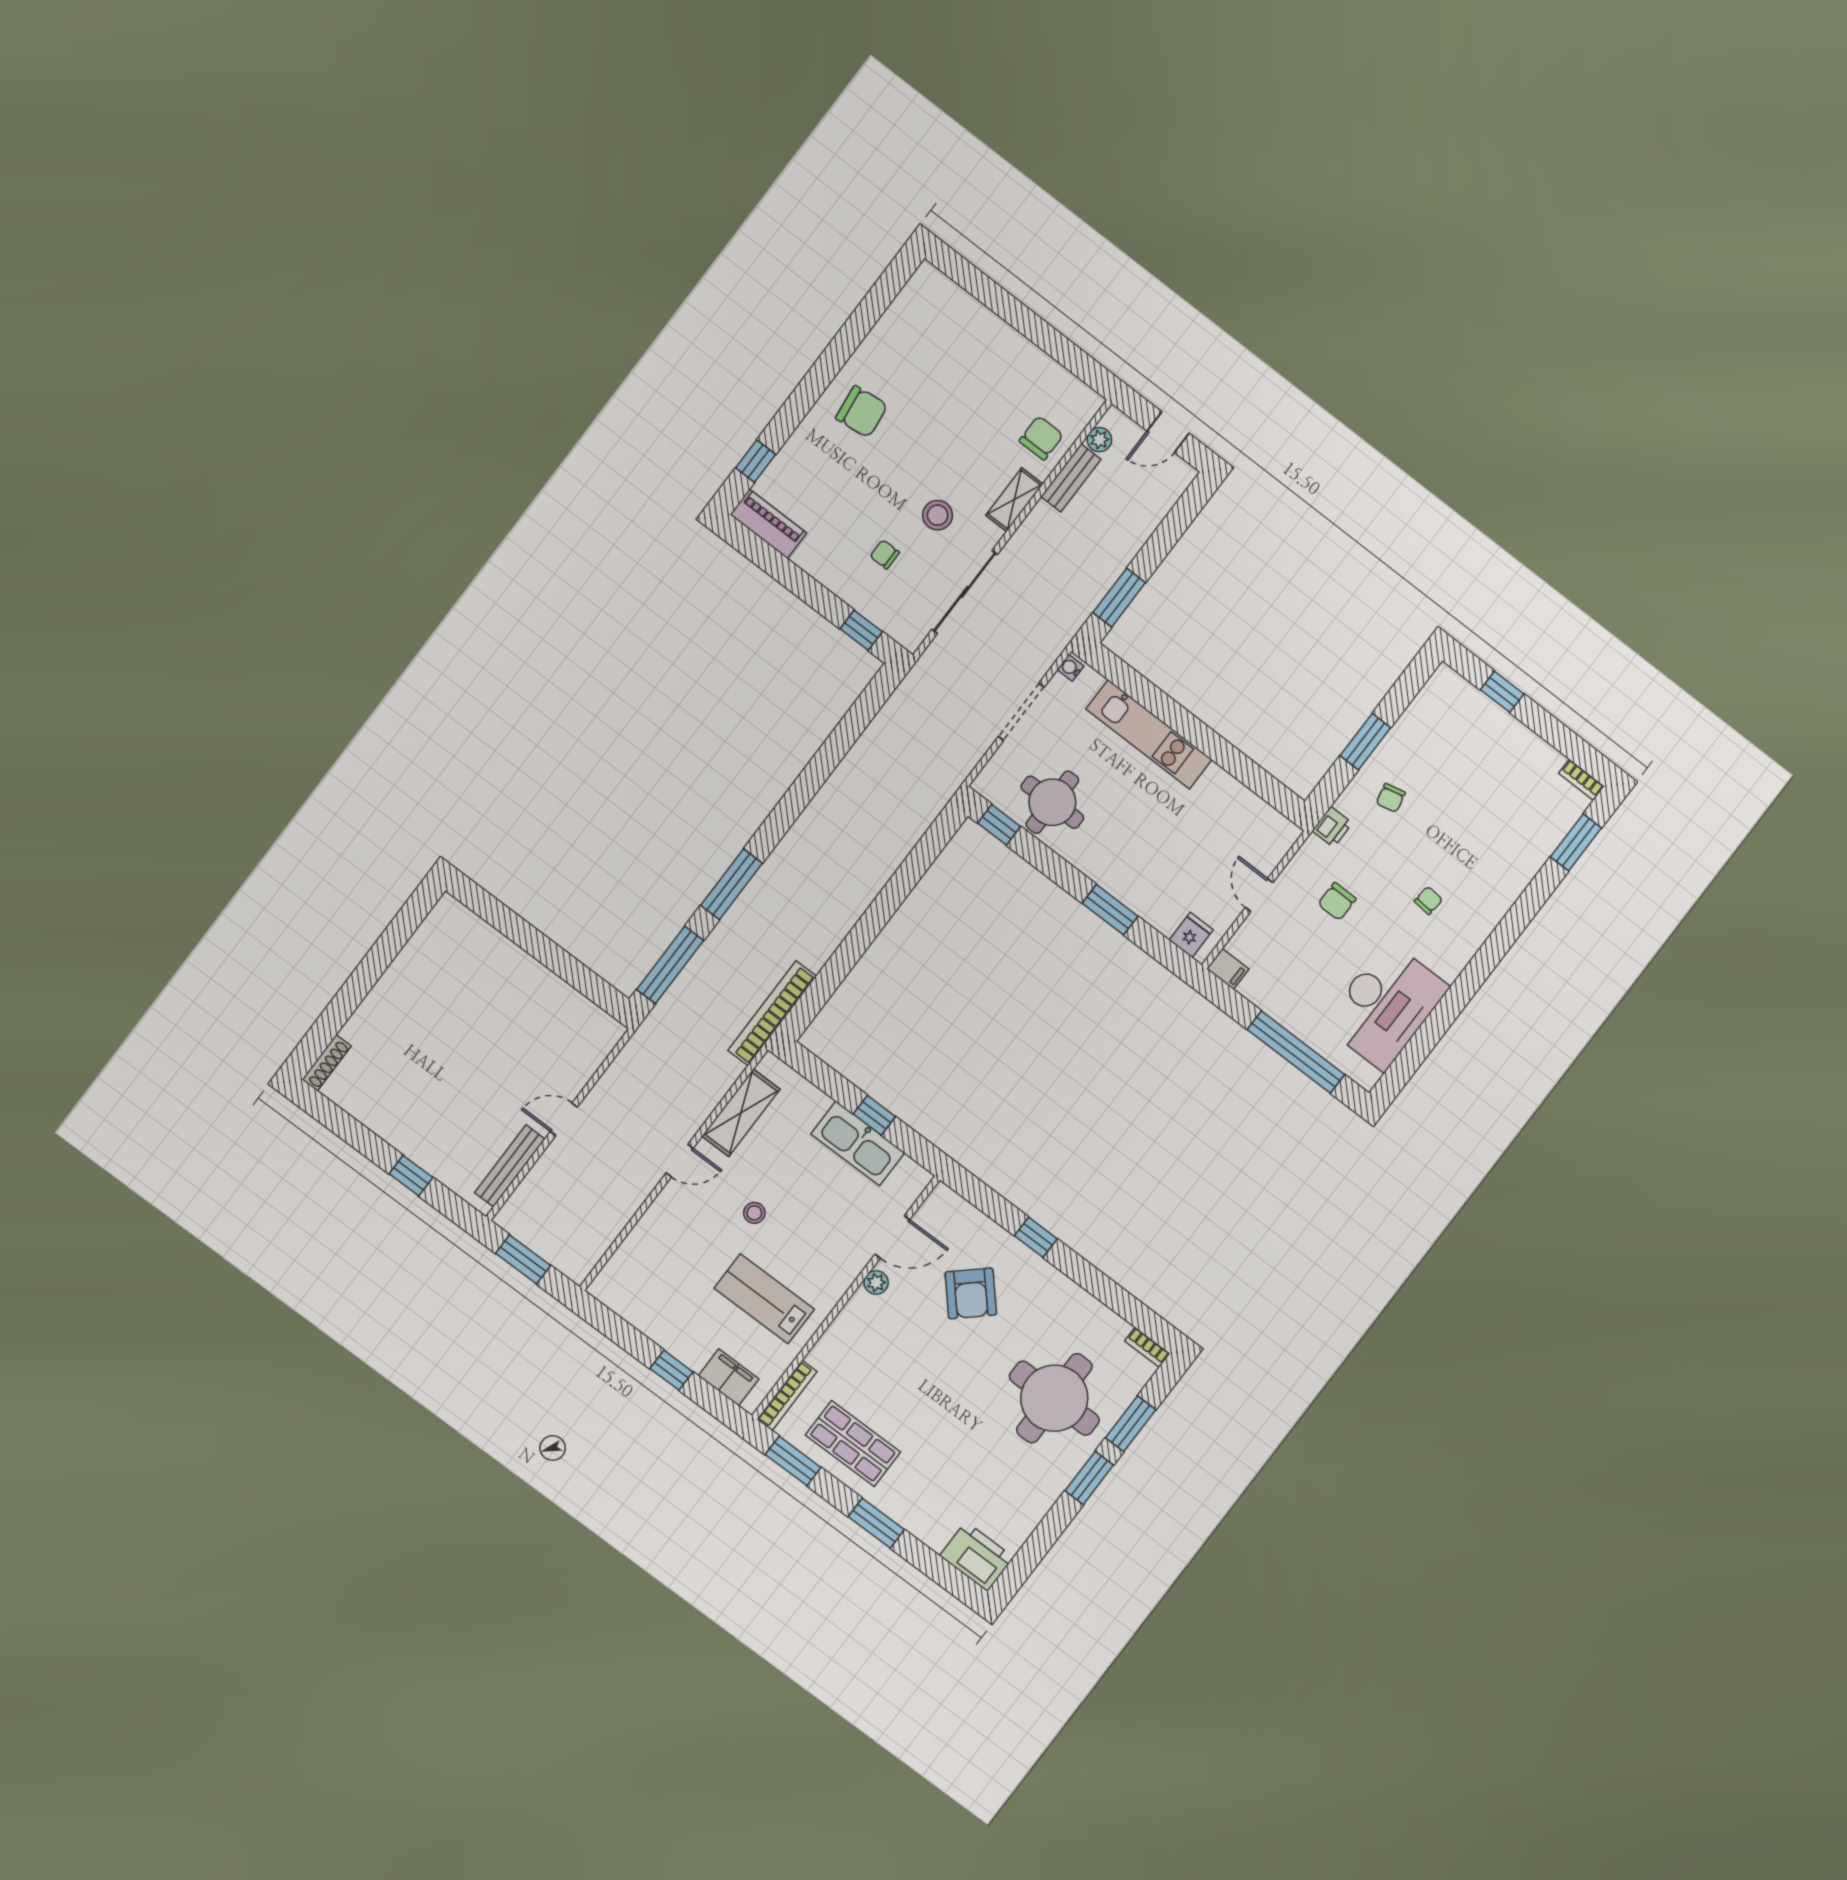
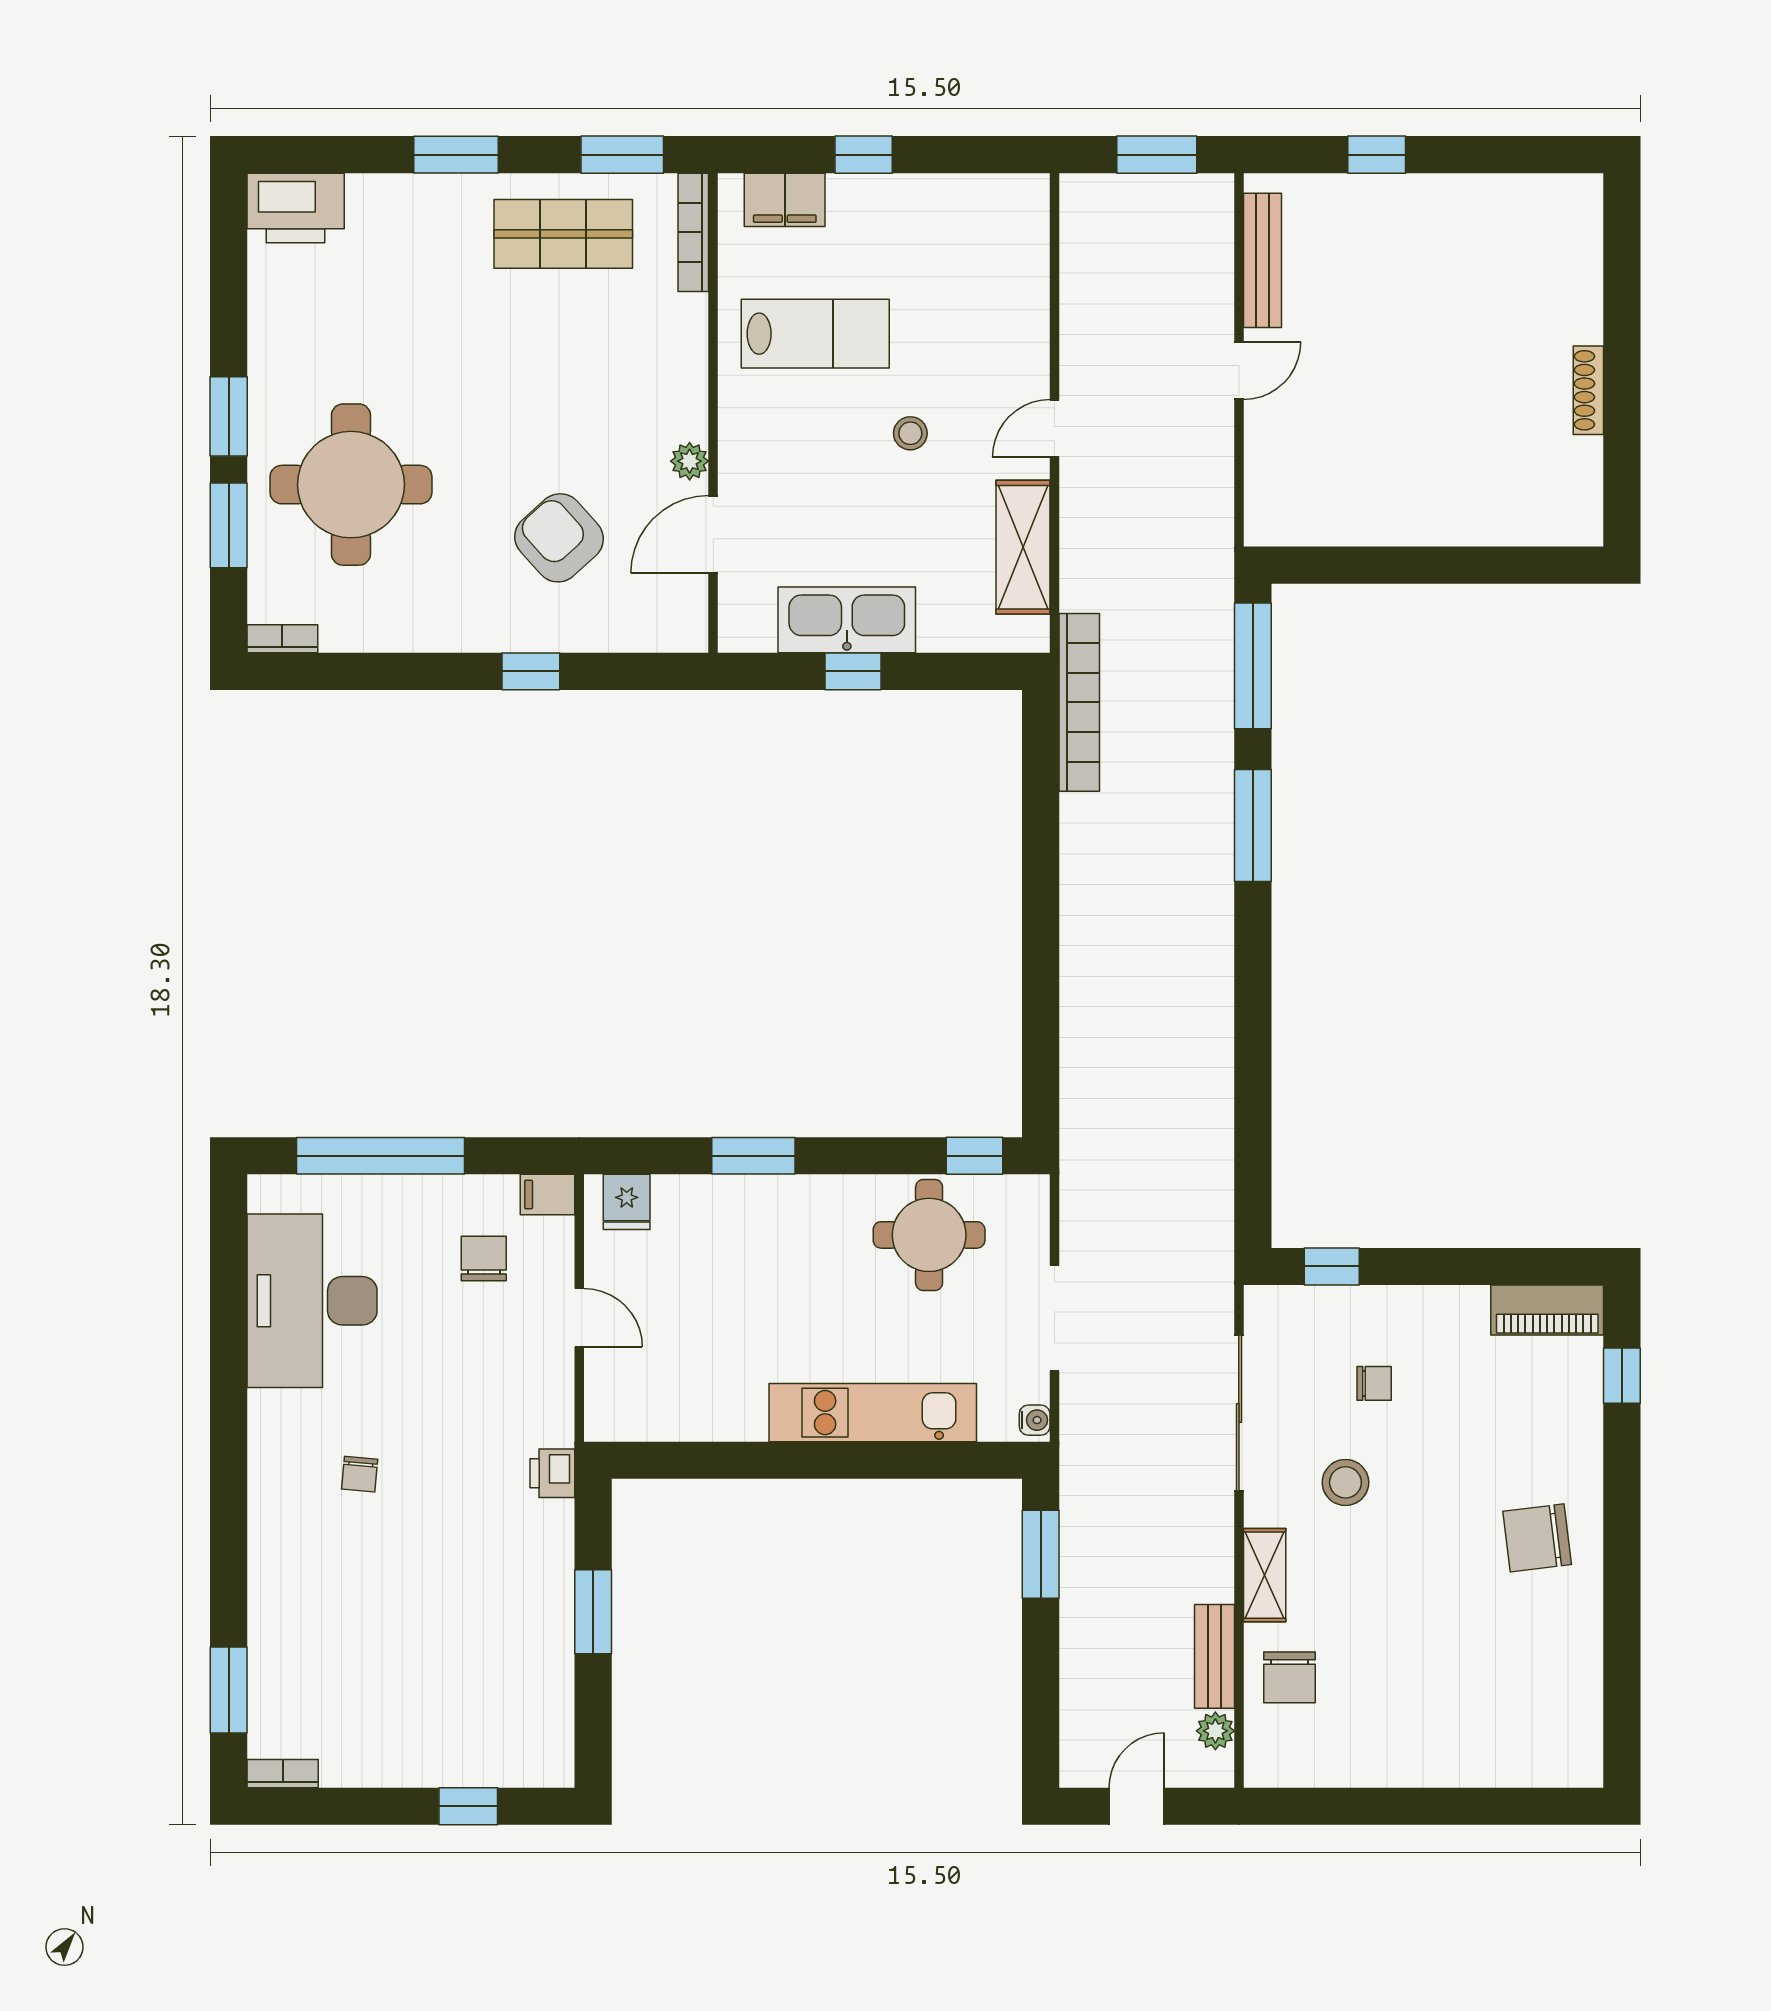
chair: (1391, 798) -> (507, 1566), removed
chair: (1337, 901) -> (484, 1259), moved
shoe rack: (327, 1063) -> (1588, 390), moved

